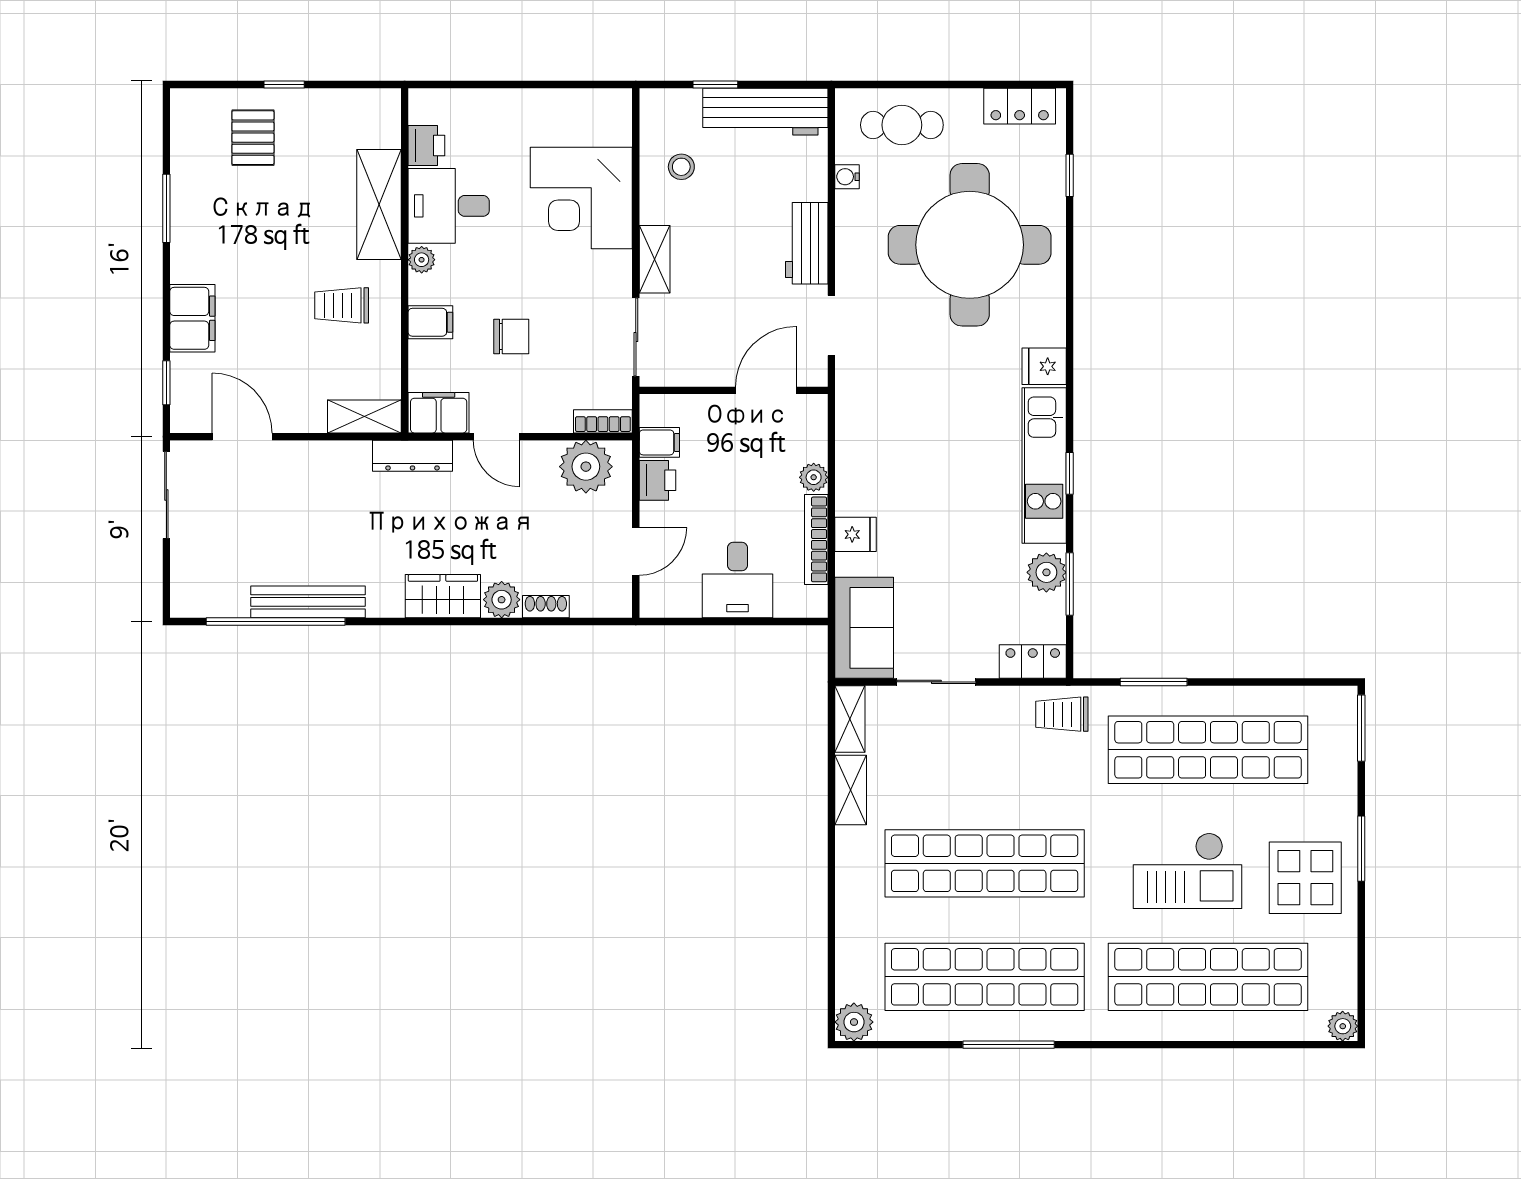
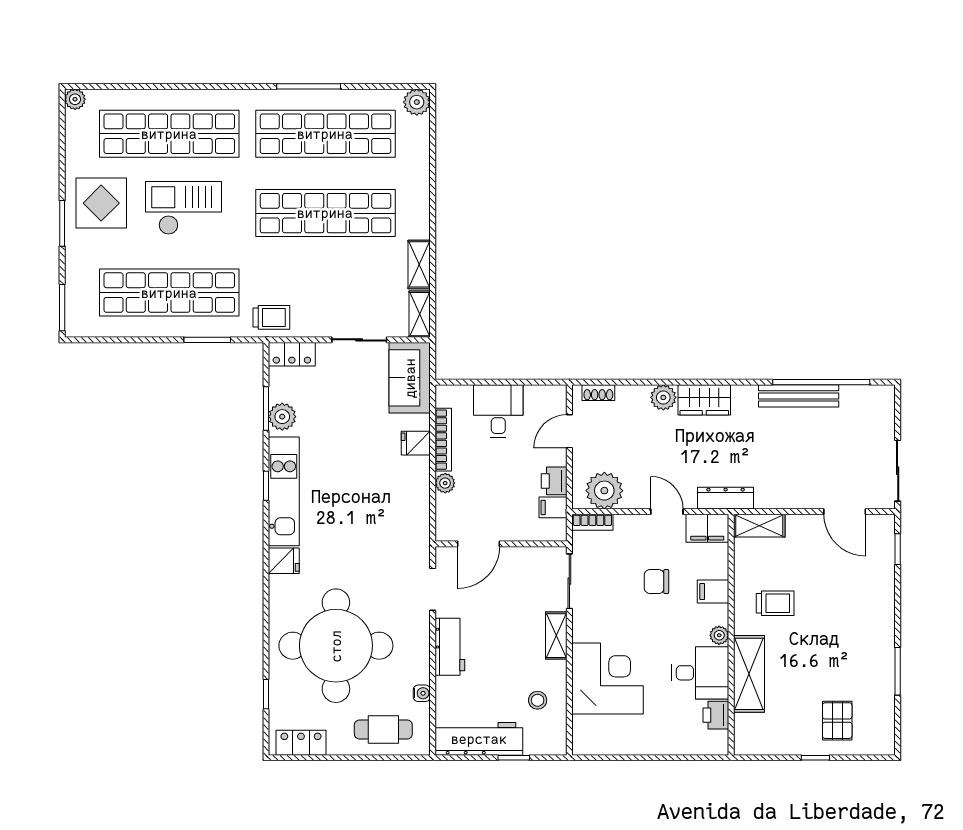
filing cabinet: (192, 318) -> (879, 594), removed
shoe rack: (546, 607) -> (598, 393), moved

